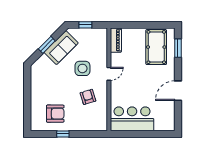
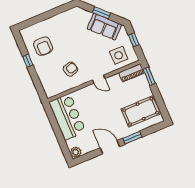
window: (126, 25) -> (149, 76), added
window: (178, 48) -> (132, 138), moved
side table: (82, 68) -> (119, 55), moved
plant: (169, 125) -> (76, 152), added

